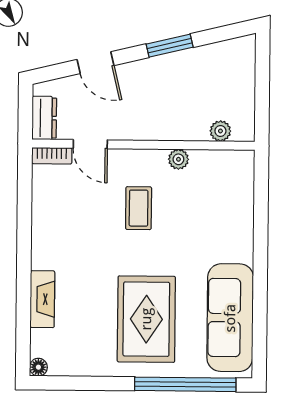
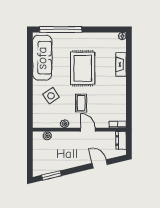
window: (170, 46) -> (51, 175), moved
door: (90, 144) -> (88, 130), moved
side table: (210, 226) -> (51, 96), added
rug: (146, 319) -> (83, 68), moved

